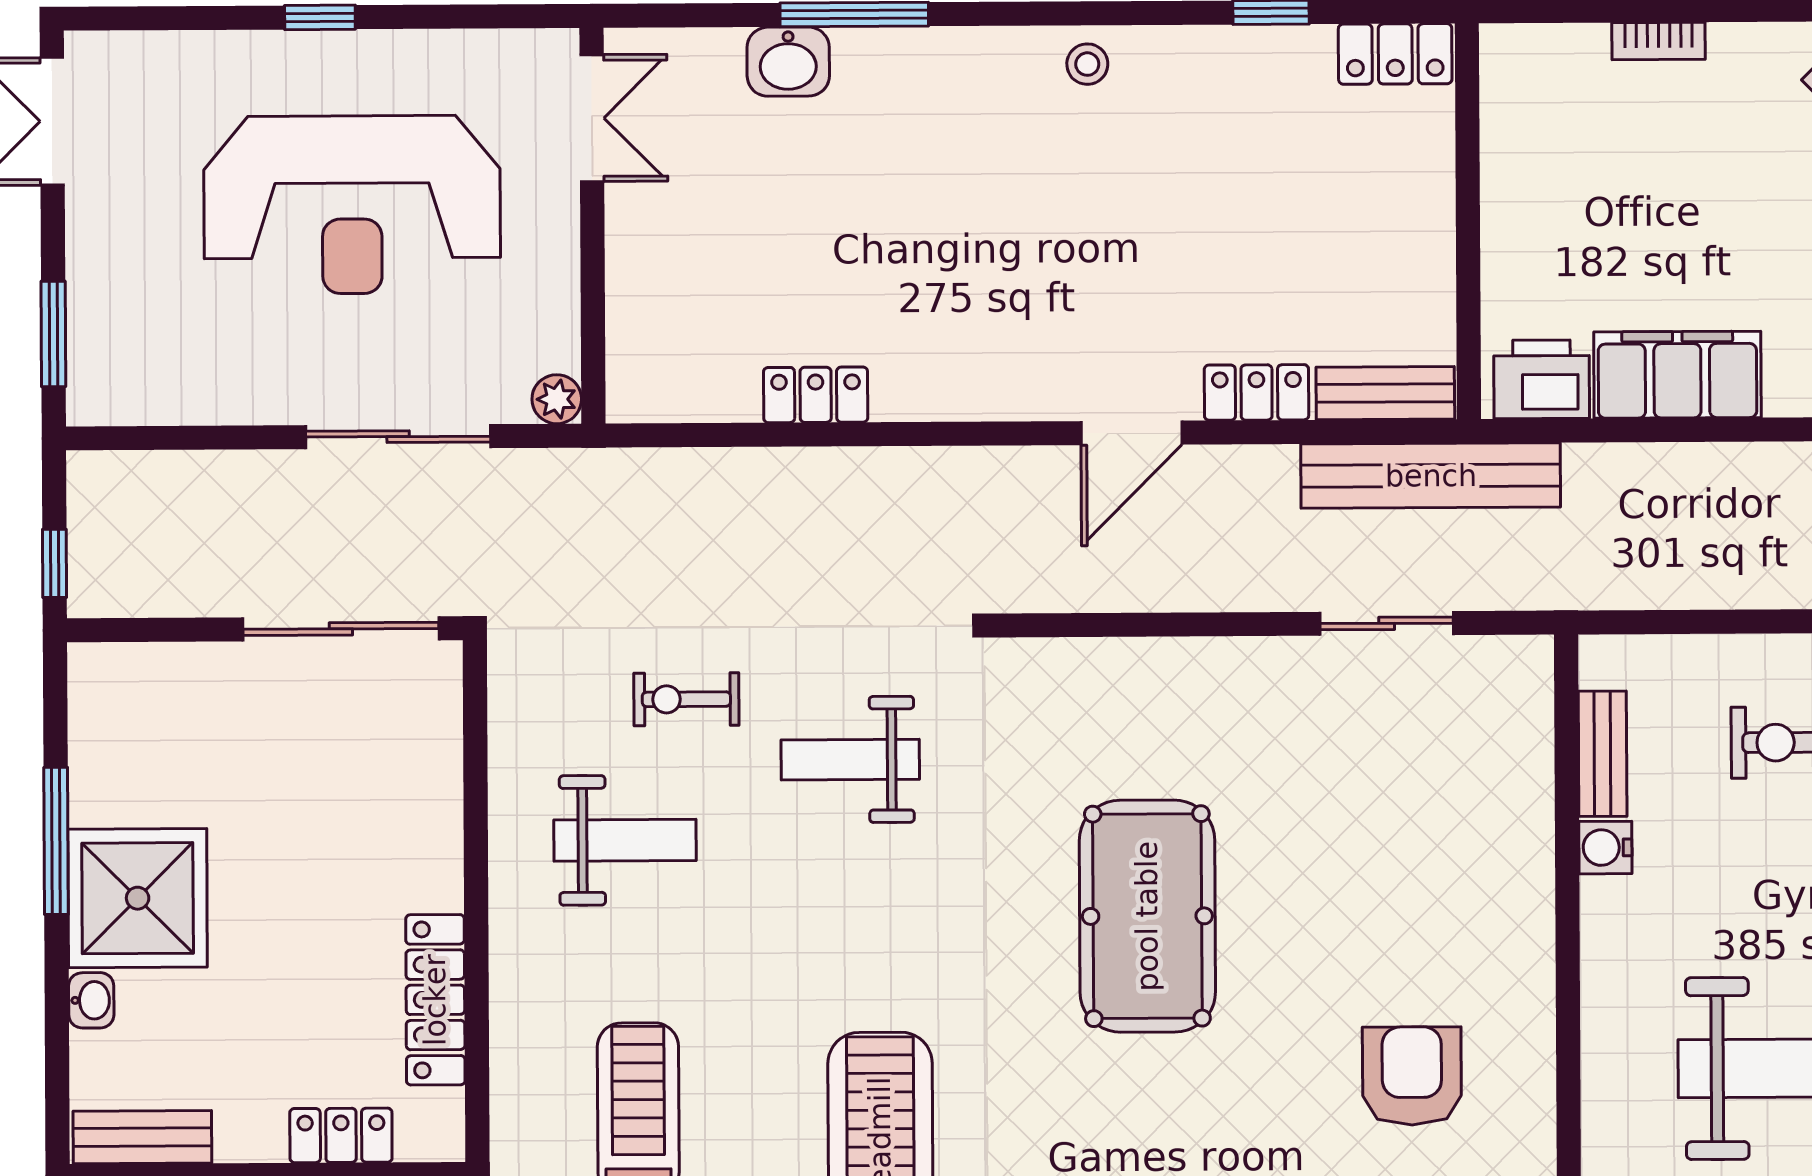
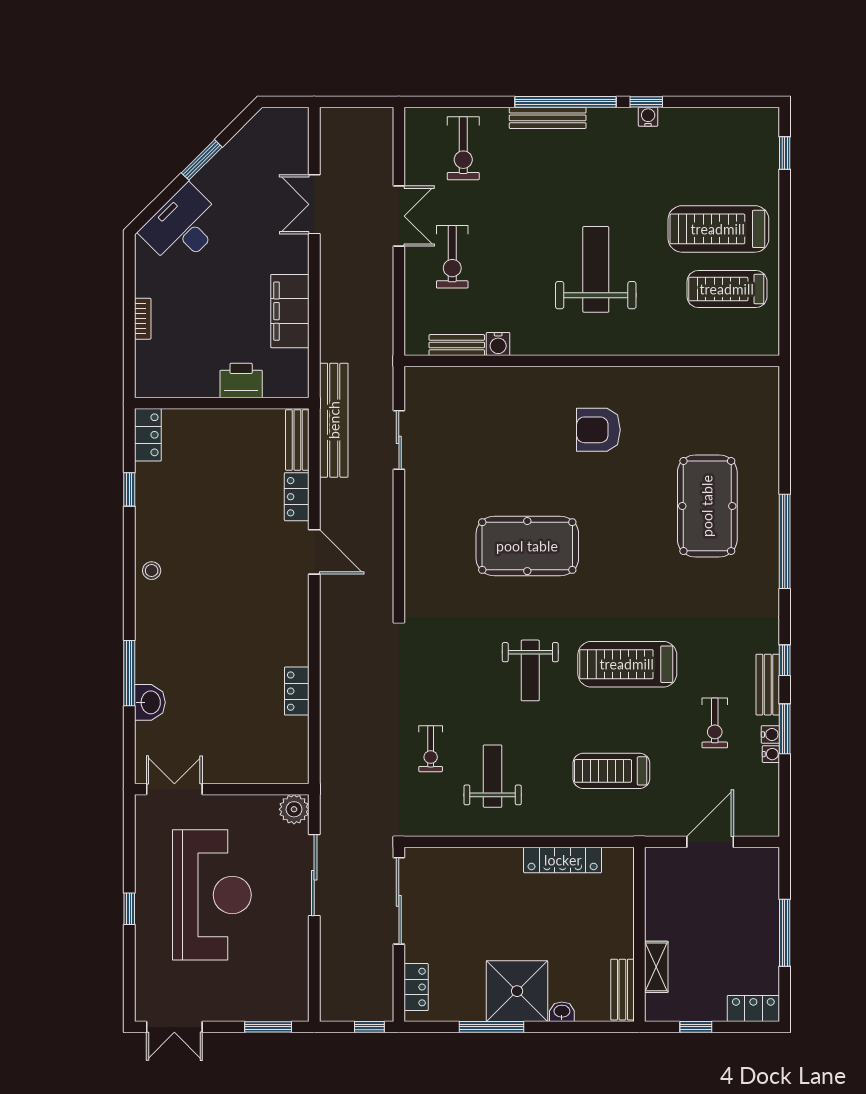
printer: (1542, 379) -> (241, 381), moved, turned 90
plant: (557, 399) -> (294, 809), width x1.38, depth x1.38
weight bench: (850, 760) -> (530, 670), moved
locker: (341, 1135) -> (416, 987), moved, turned 180

